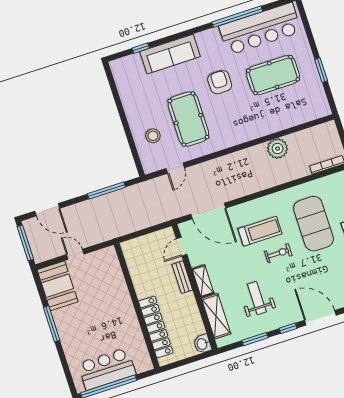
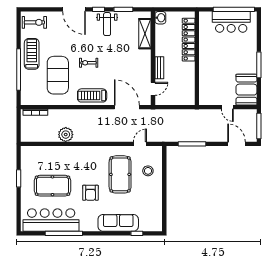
treadmill: (260, 231) -> (92, 95), moved
shelving: (203, 281) -> (146, 61), removed
weight bench: (257, 298) -> (107, 24), moved

